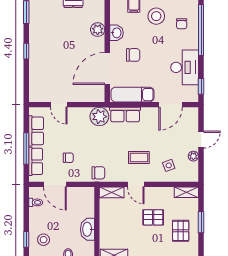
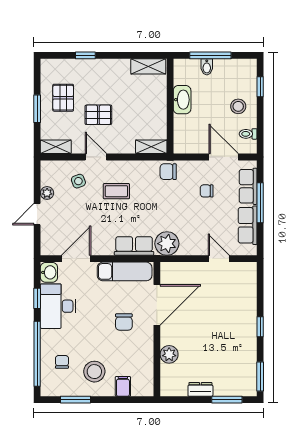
washbasin: (116, 33) -> (49, 272), moved, turned 180
chair: (133, 55) -> (124, 322), turned -90
window: (201, 86) -> (37, 298), moved
door: (136, 184) -> (96, 157), moved
stool: (44, 240) -> (238, 106), moved

